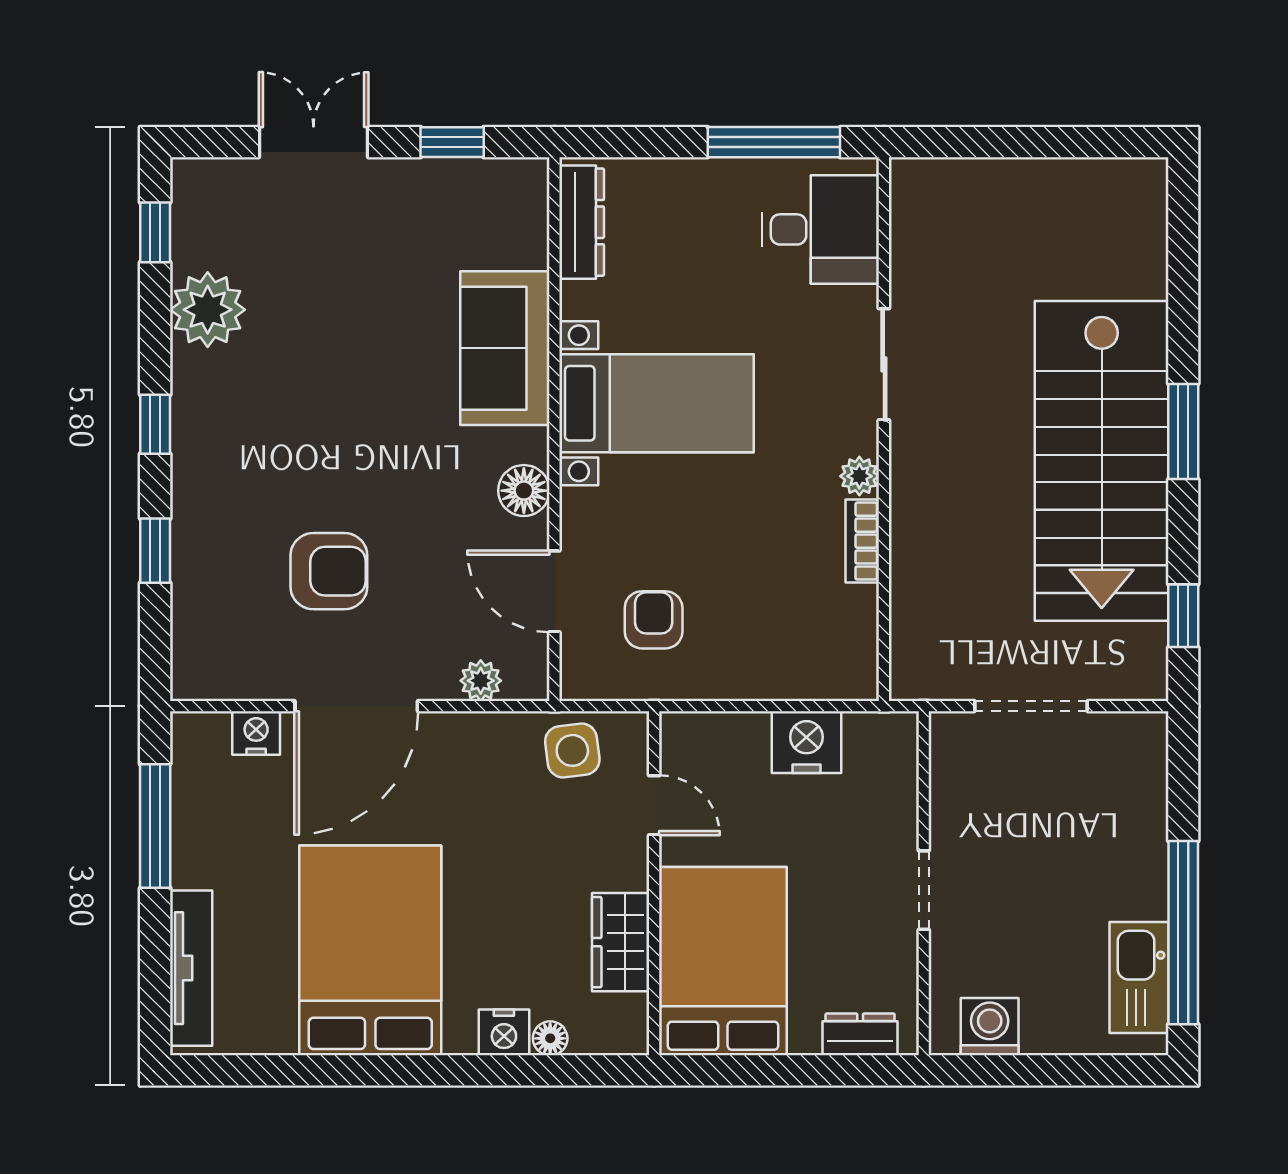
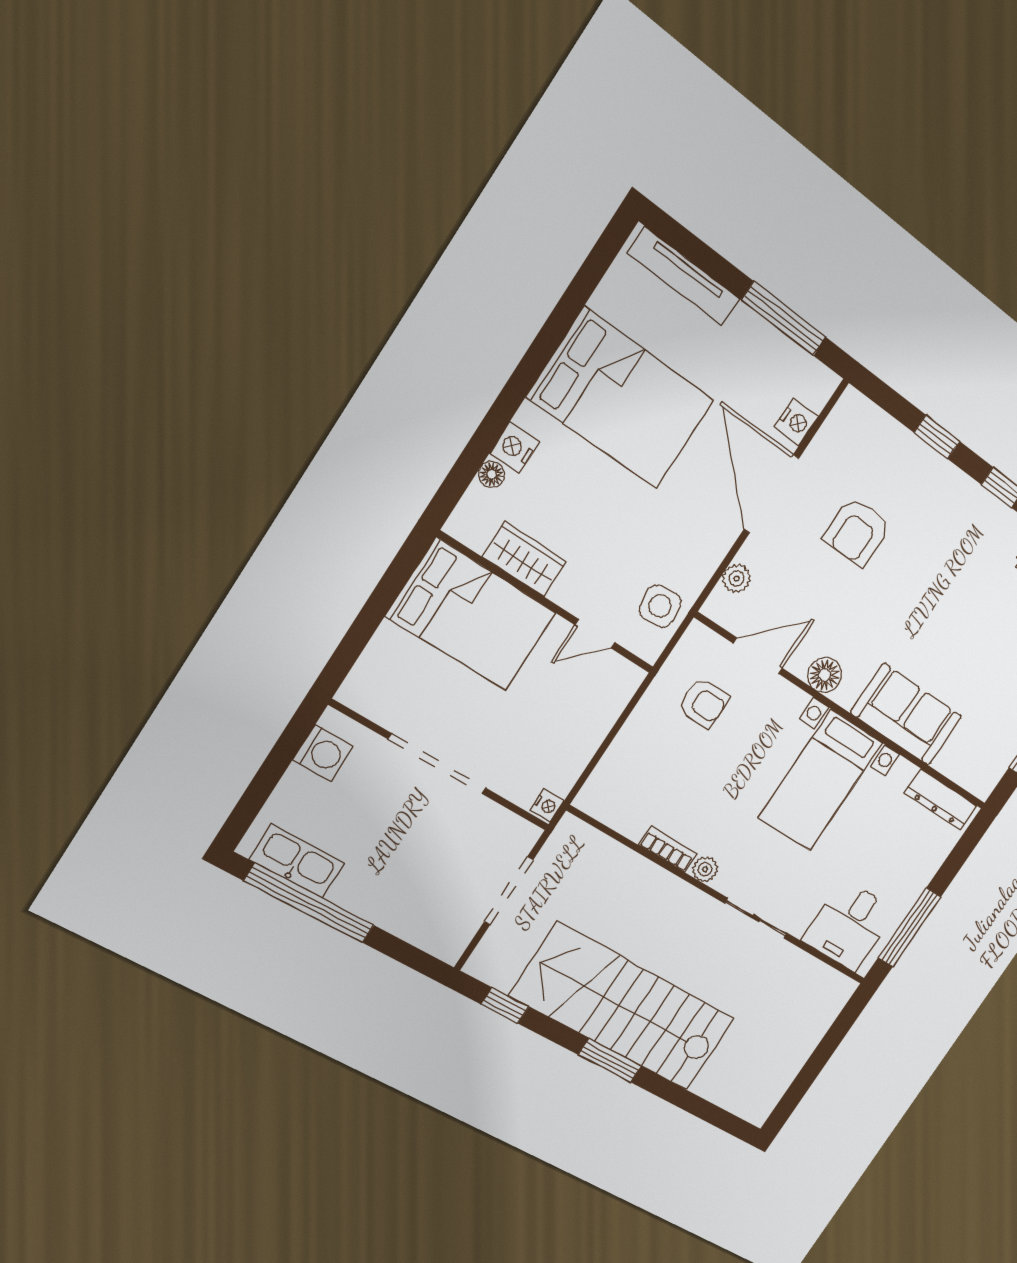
nightstand: (806, 742) -> (547, 805), moved, width x0.53, depth x0.56
doorway: (924, 890) -> (437, 764), width x1.88
dresser: (860, 1034) -> (369, 670), removed

